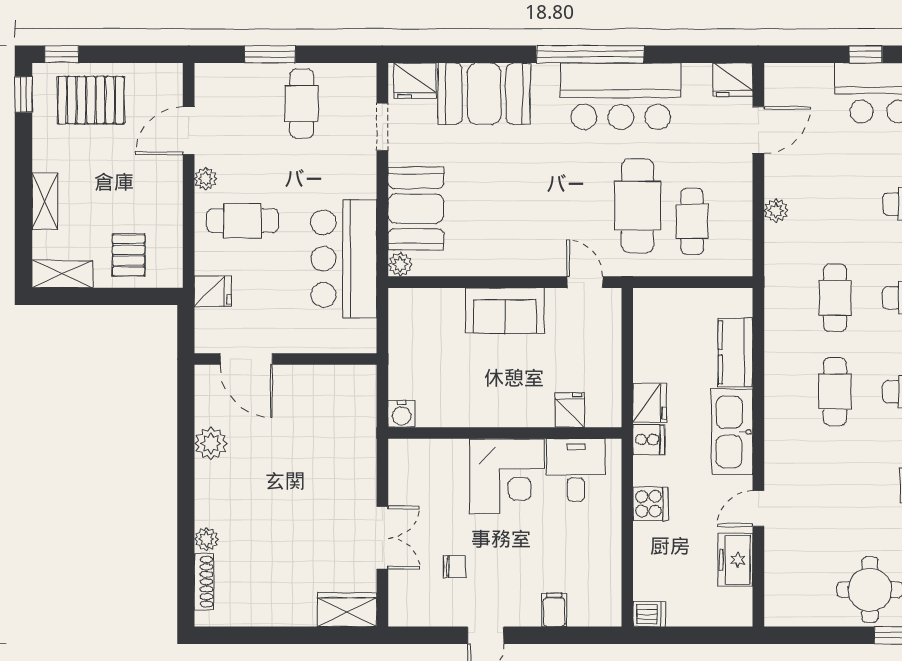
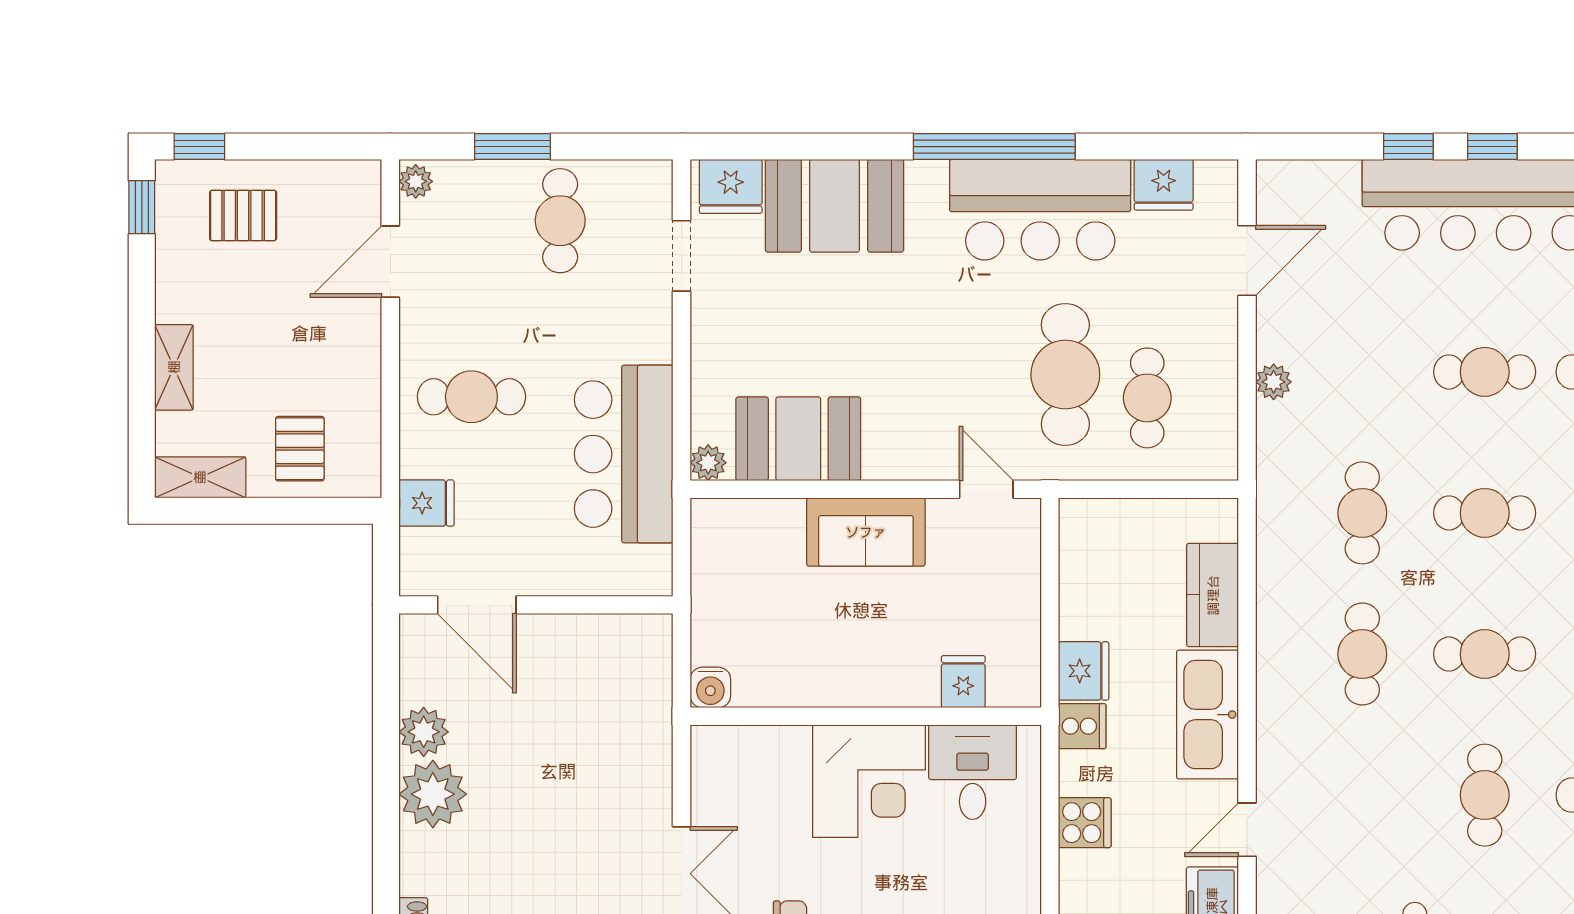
fridge: (733, 80) -> (1164, 185), moved
pallet: (91, 100) -> (243, 215), width x0.67, depth x0.71
plant: (206, 179) -> (416, 181), moved
booth: (416, 209) -> (798, 439), moved, turned 90
plant: (206, 539) -> (433, 794), moved, width x1.88, depth x1.88

